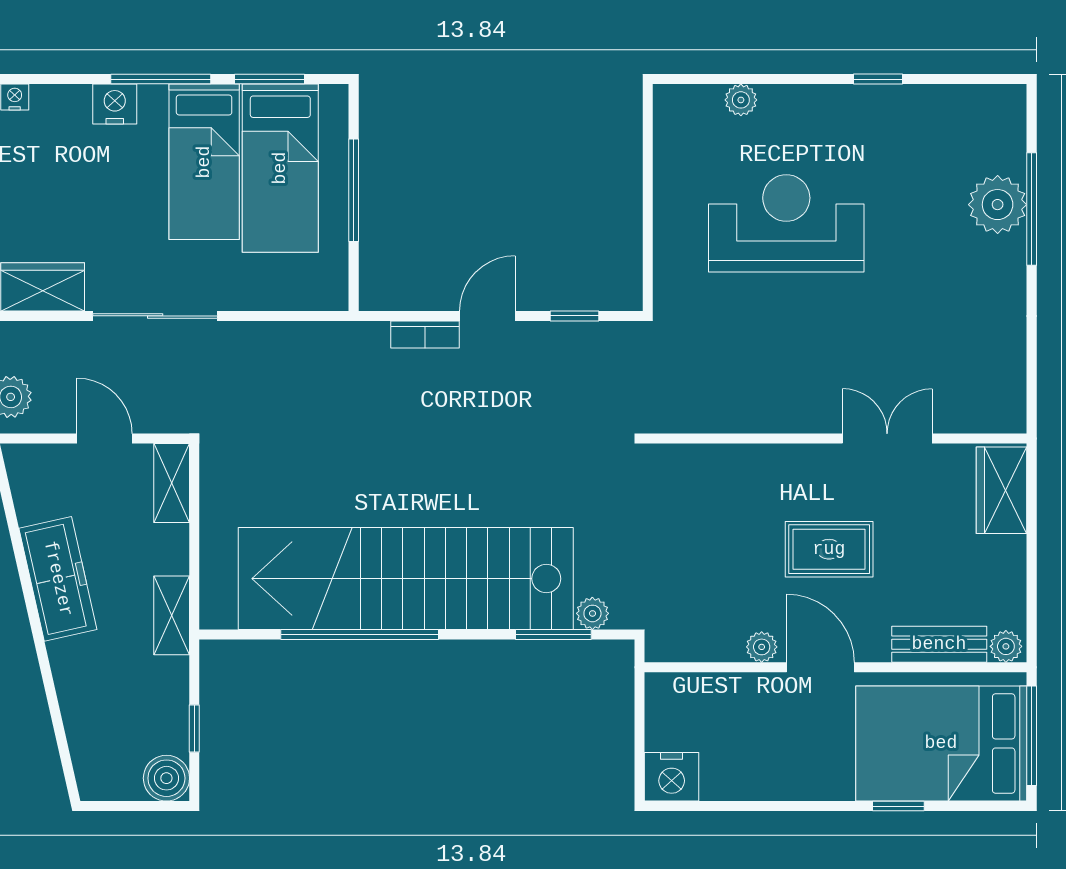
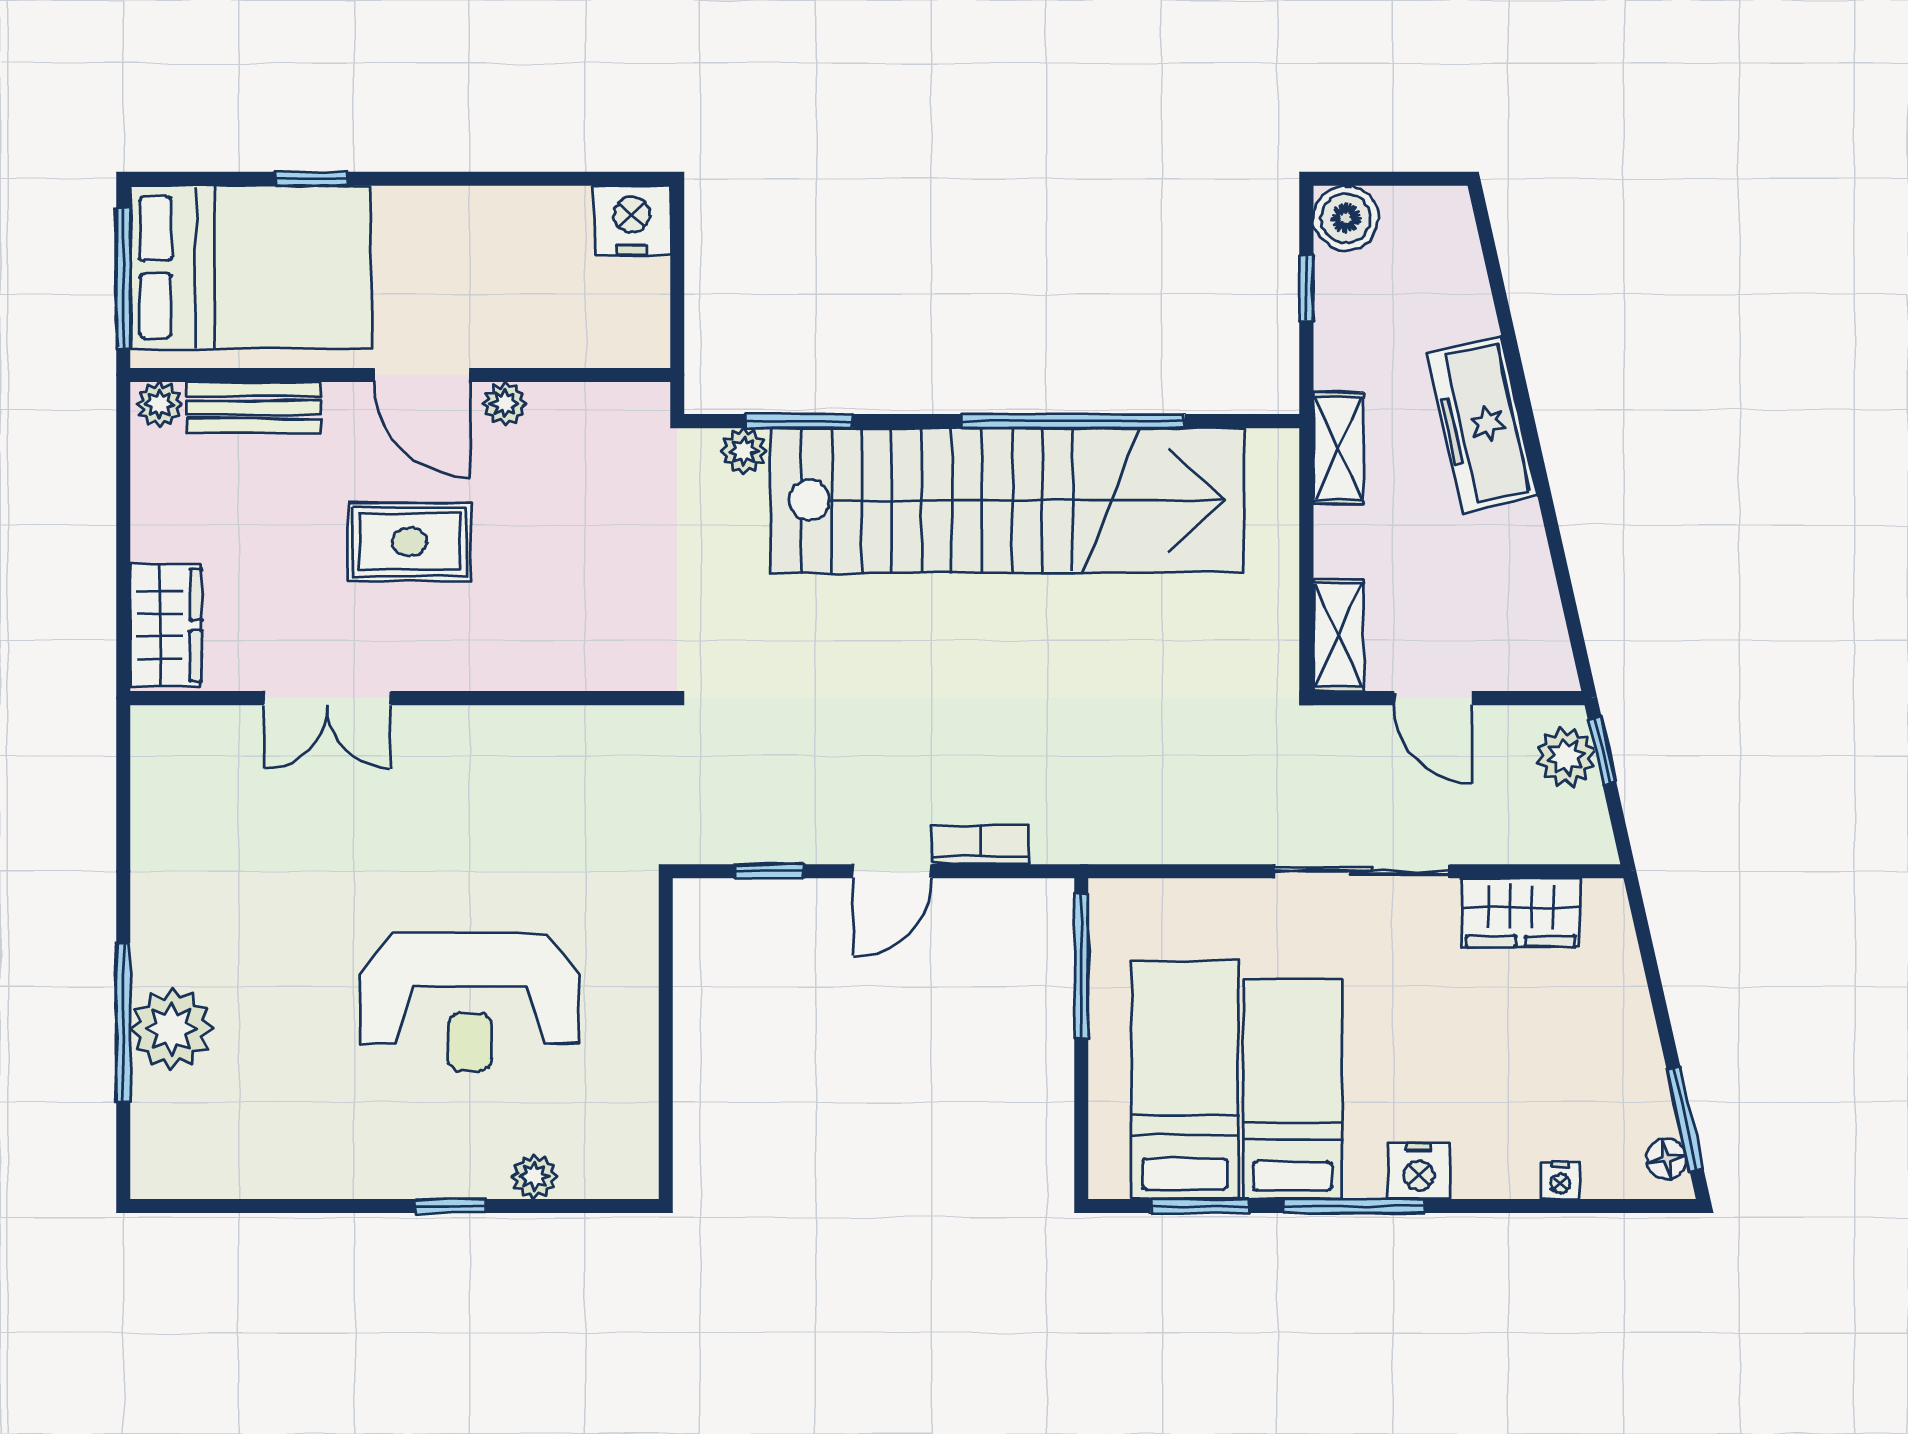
window: (878, 79) -> (450, 1206), moved
window: (354, 190) -> (1081, 966), moved
freezer: (58, 579) -> (1482, 424), moved

